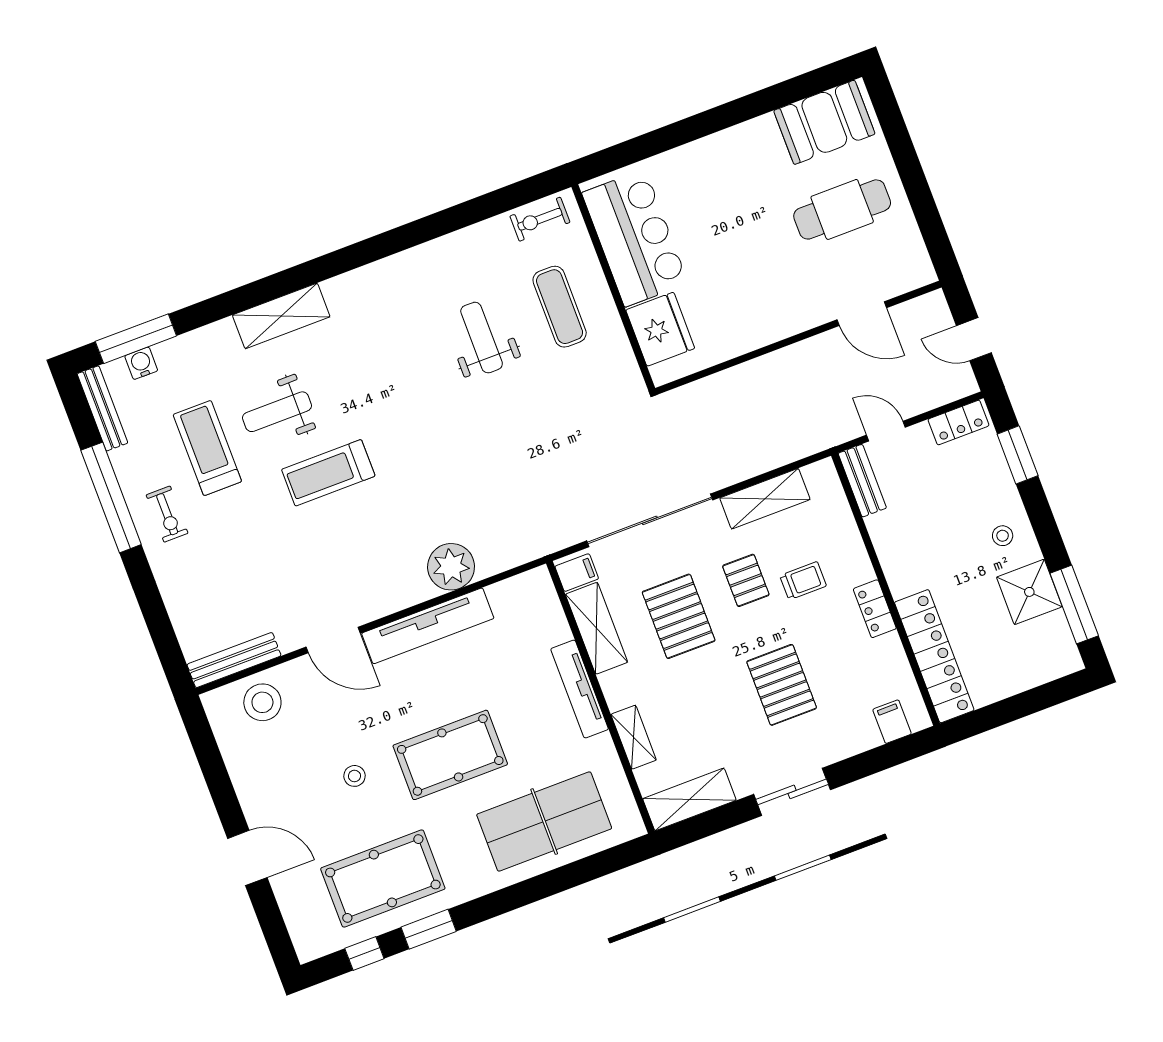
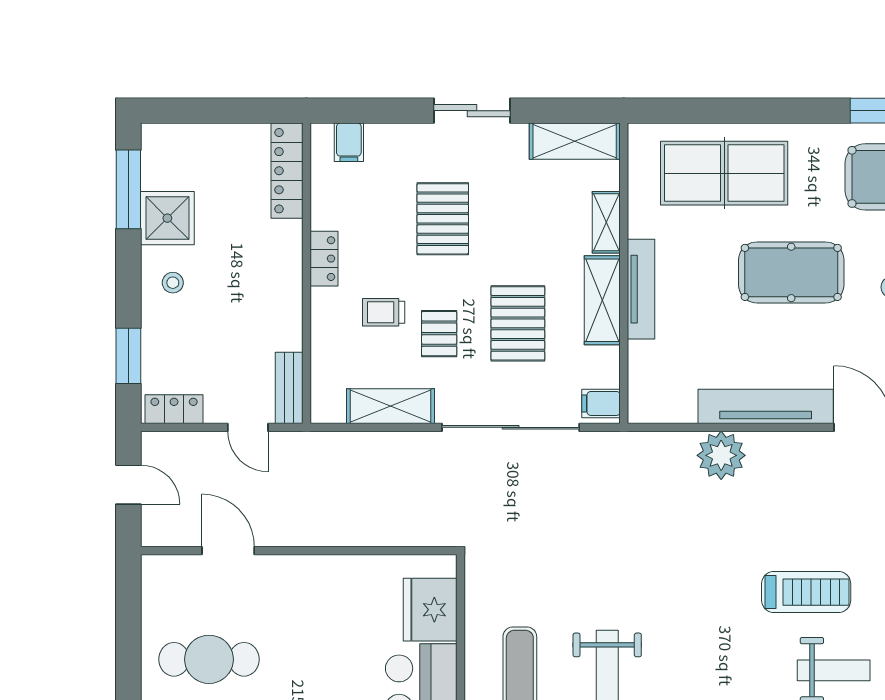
shelving: (597, 628) -> (602, 300), moved
locker: (934, 656) -> (287, 171), width x0.71, depth x0.83

